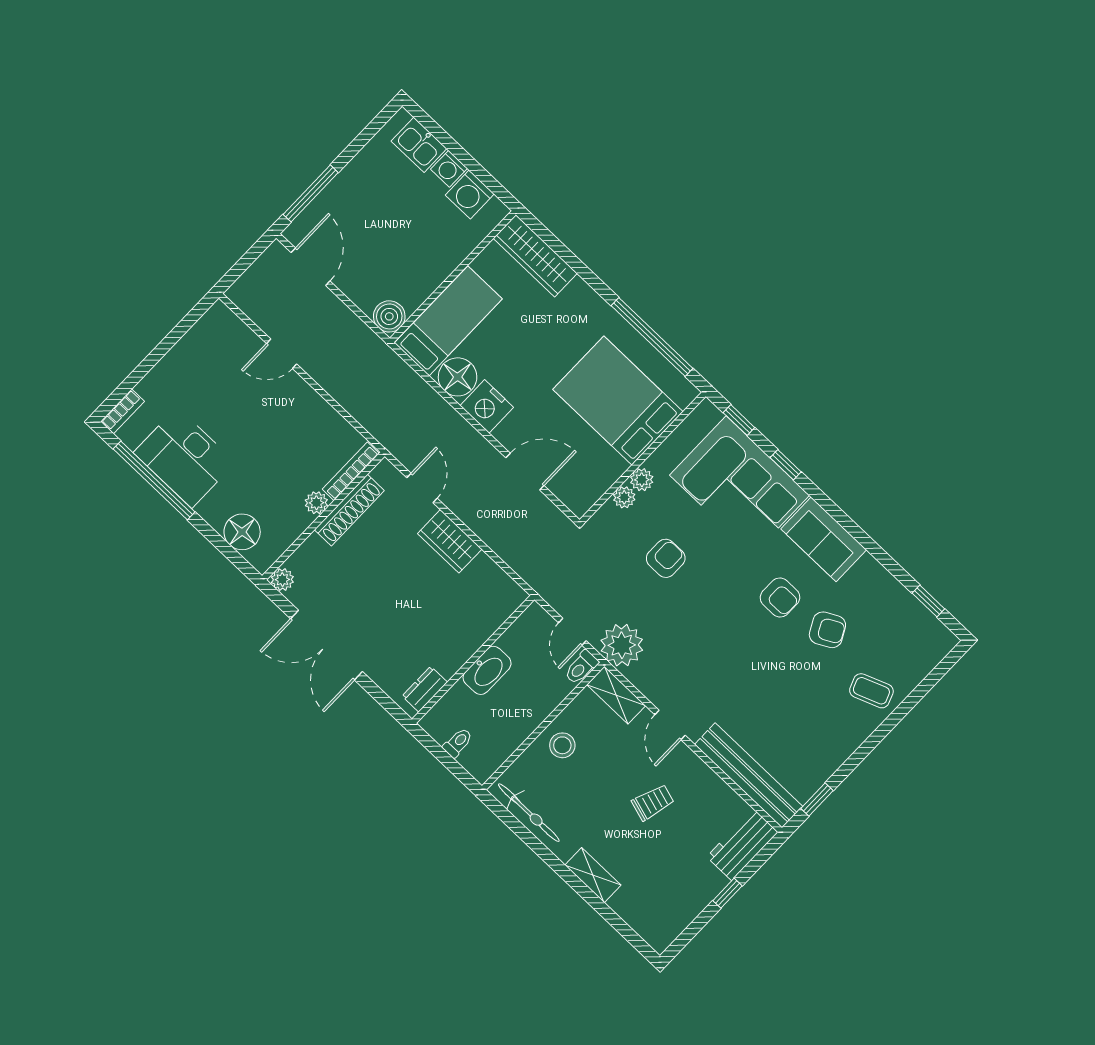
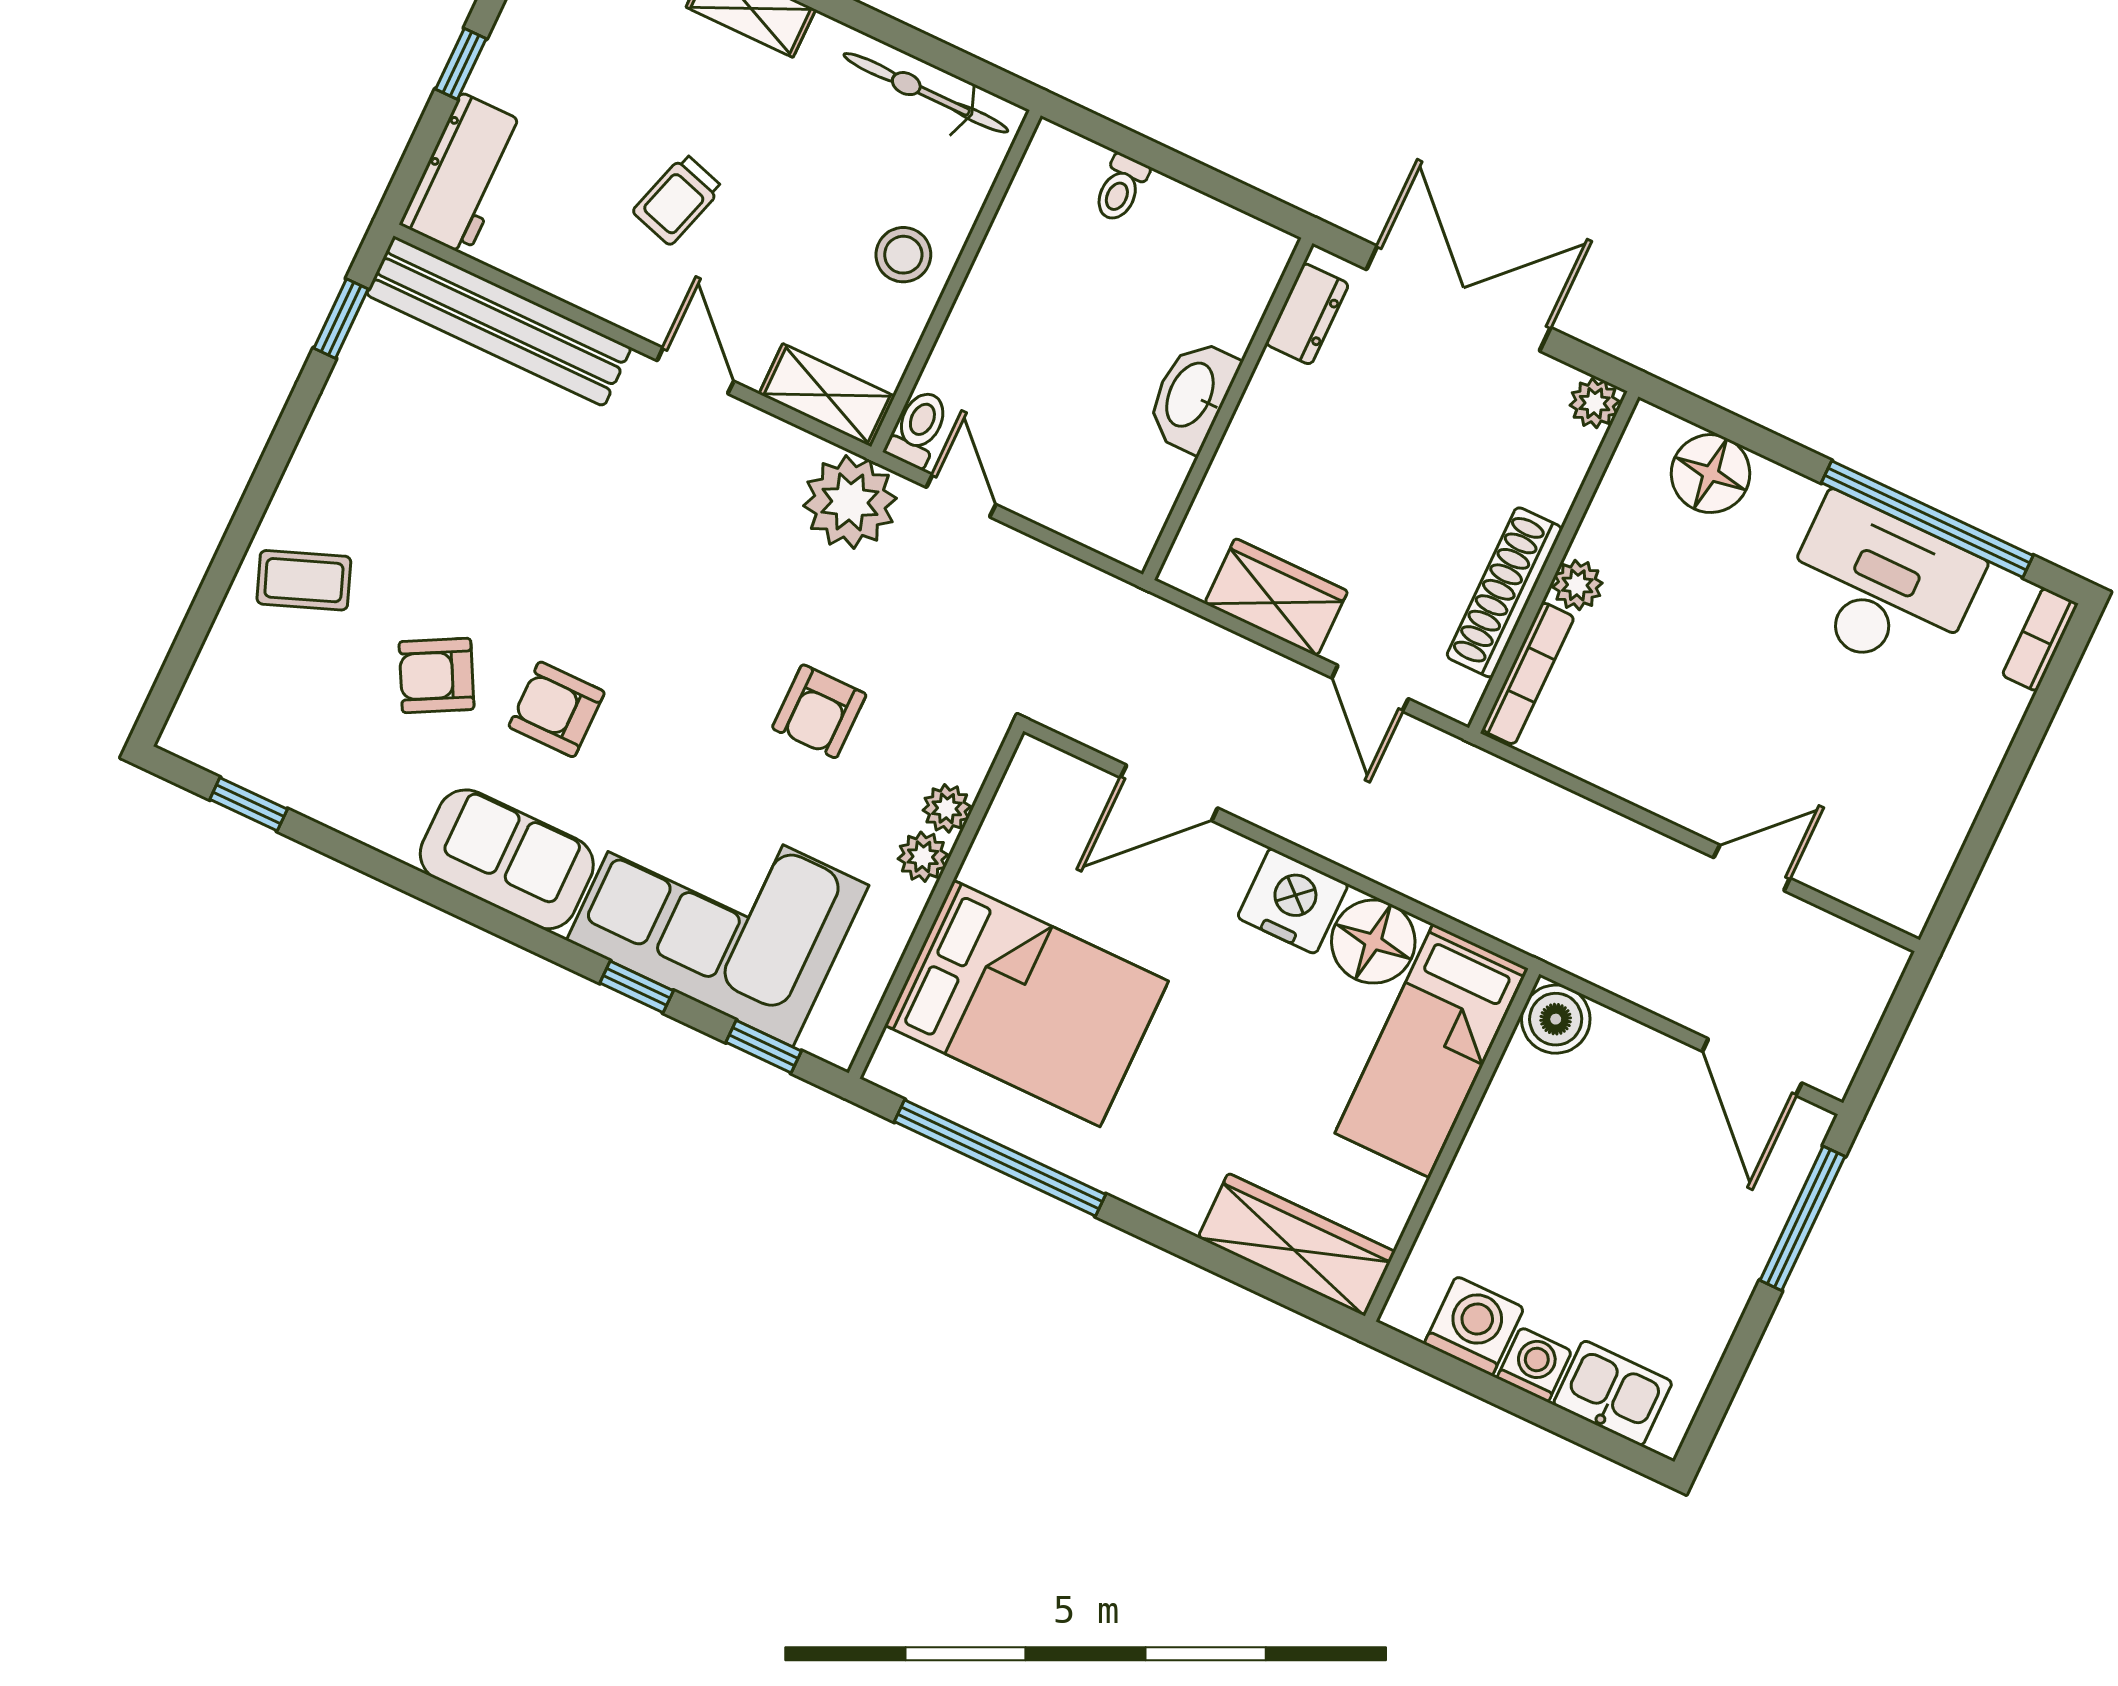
wall: (473, 659) -> (1228, 409), moved
washbasin: (487, 670) -> (1192, 396), moved
dresser: (425, 689) -> (1307, 314), moved

